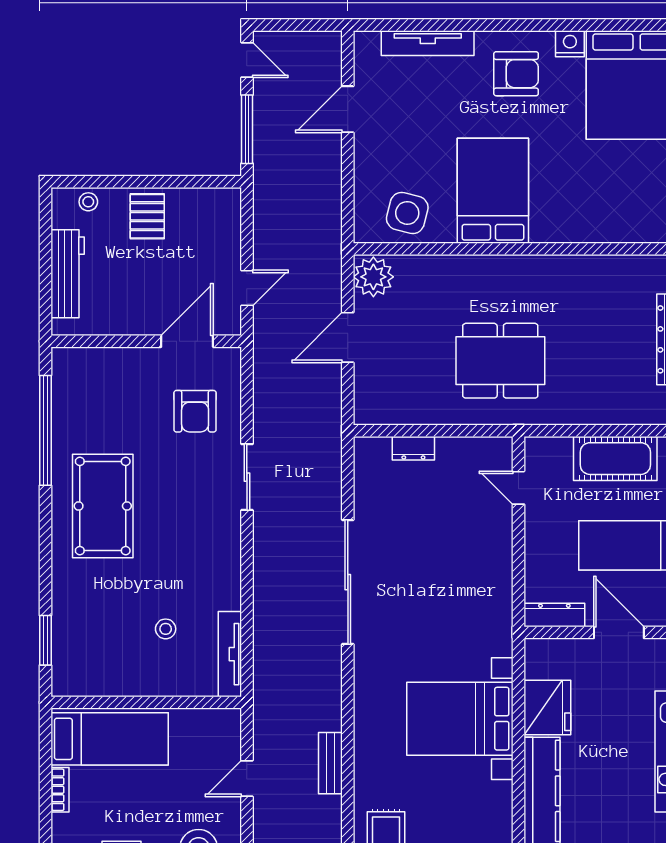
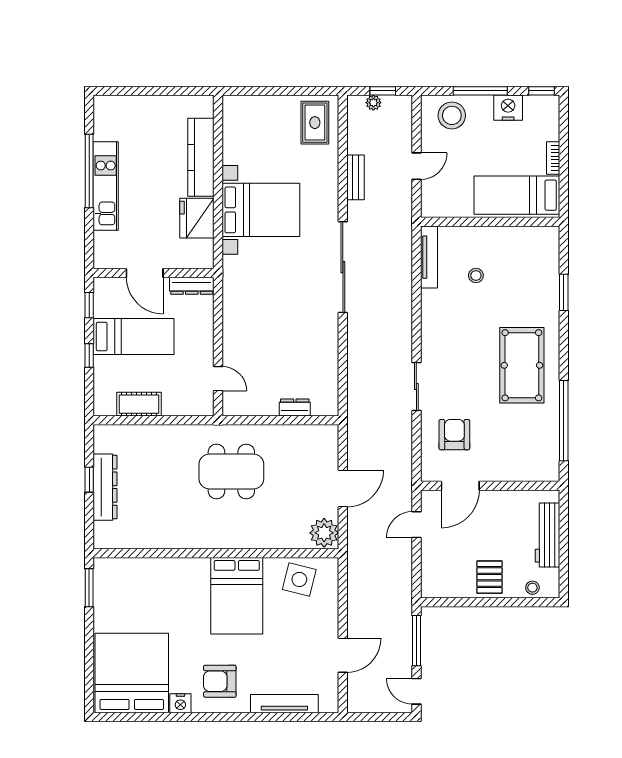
cot: (615, 459) -> (139, 404), width x0.73, depth x0.75
sliding door: (348, 582) -> (343, 267), moved
window: (45, 640) -> (564, 292), moved

